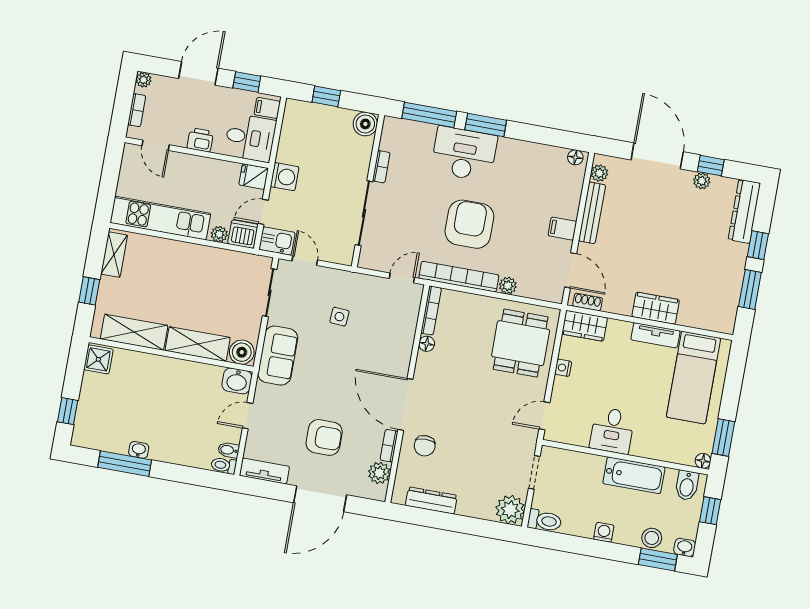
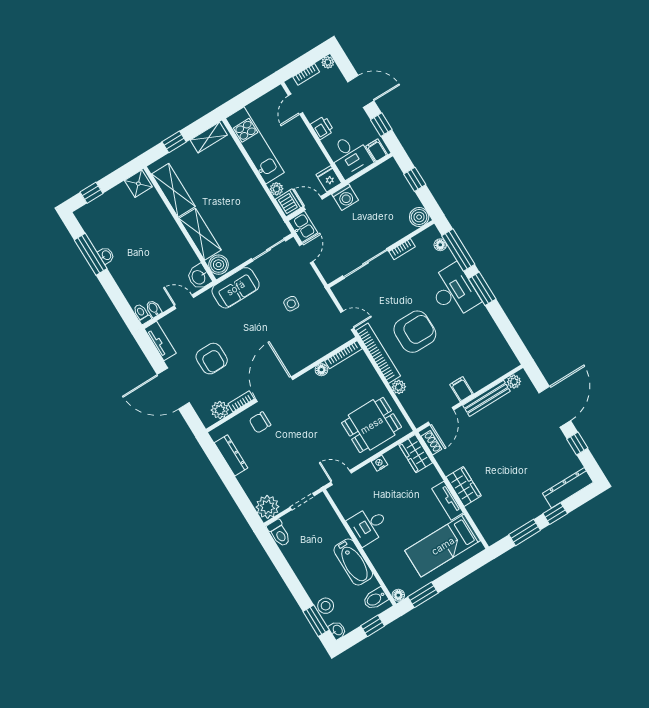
floor lamp: (575, 157) -> (440, 245), moved
plant: (702, 181) -> (563, 446), removed
washing machine: (604, 532) -> (304, 574), removed

